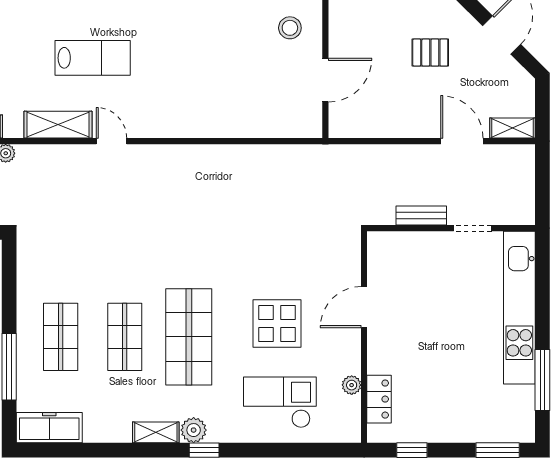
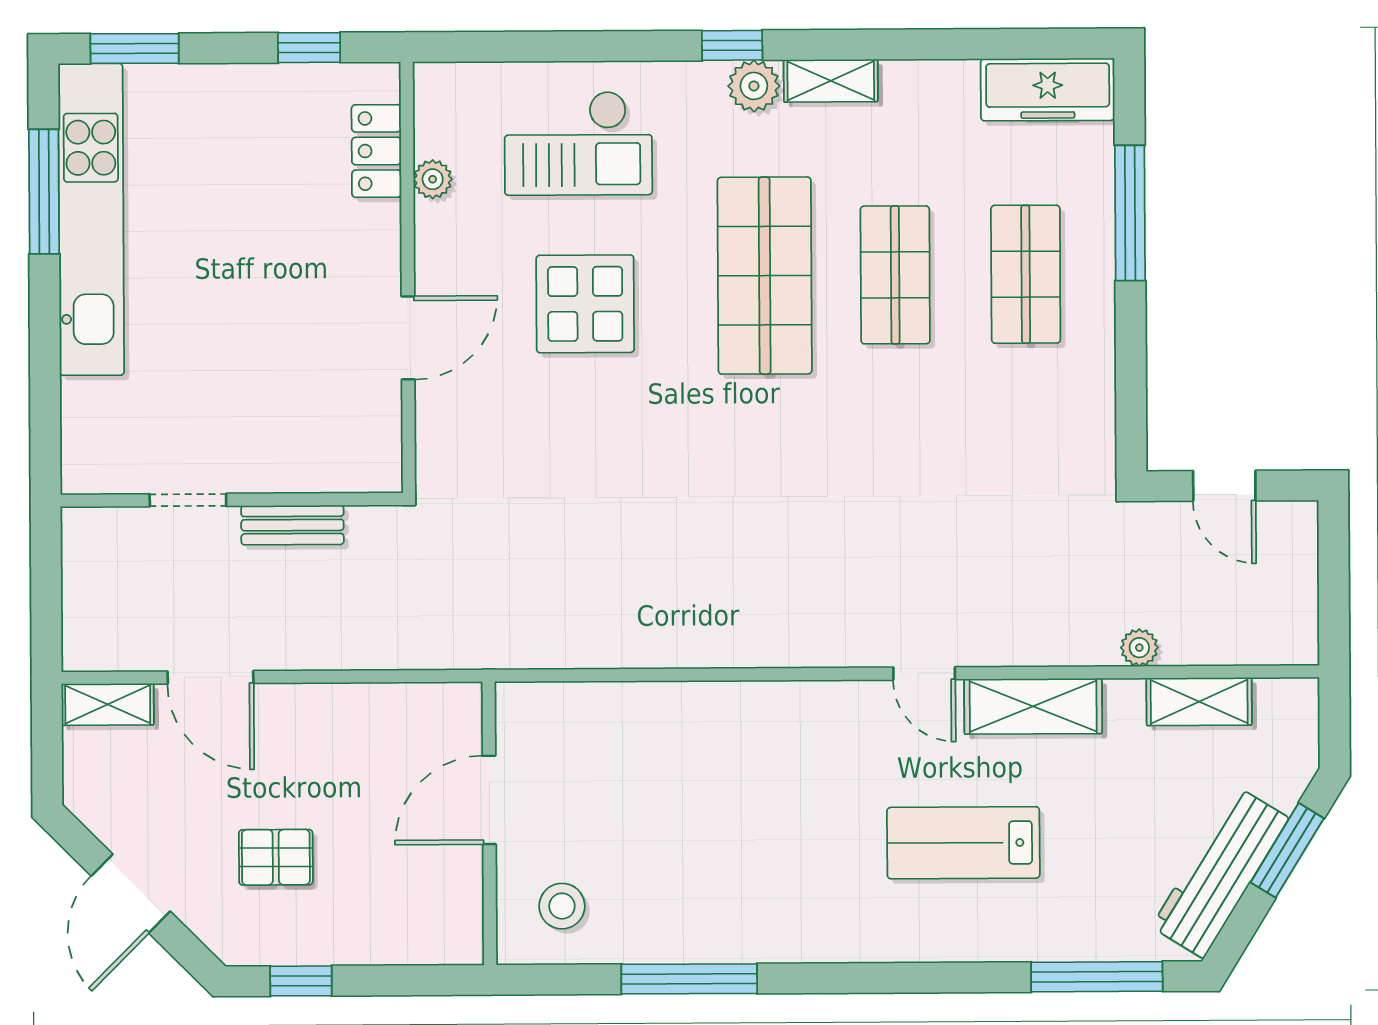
kitchen unit: (519, 308) -> (91, 219), moved

